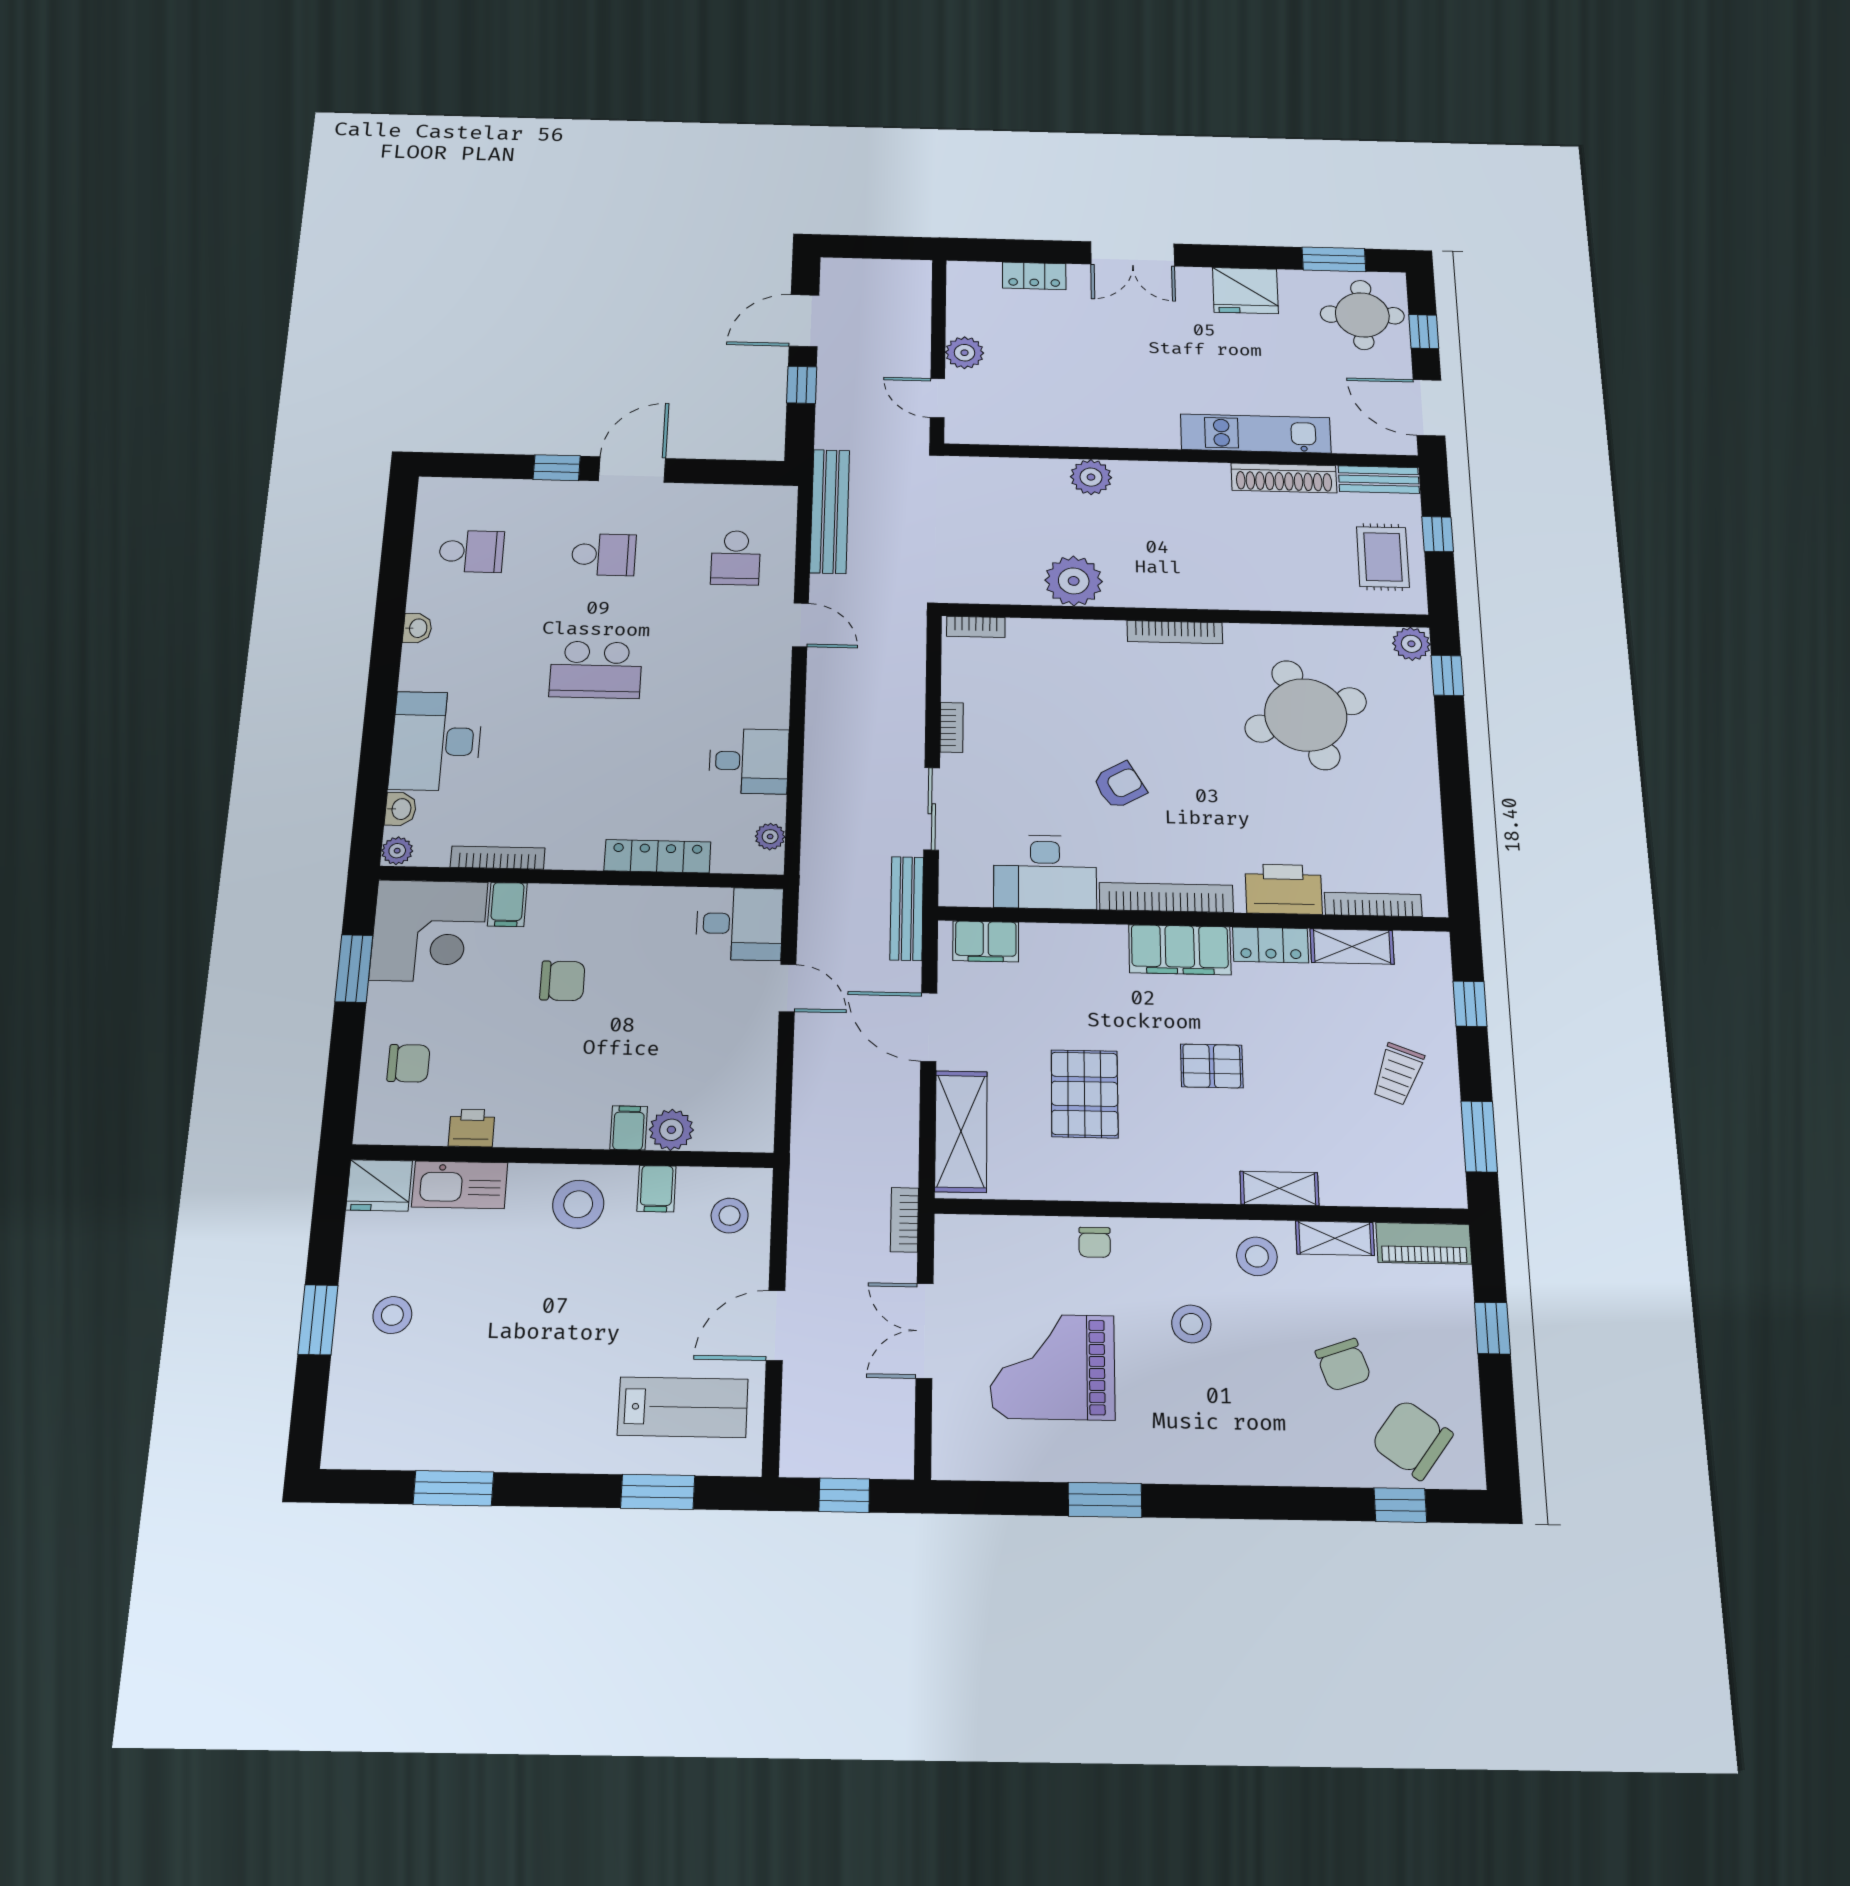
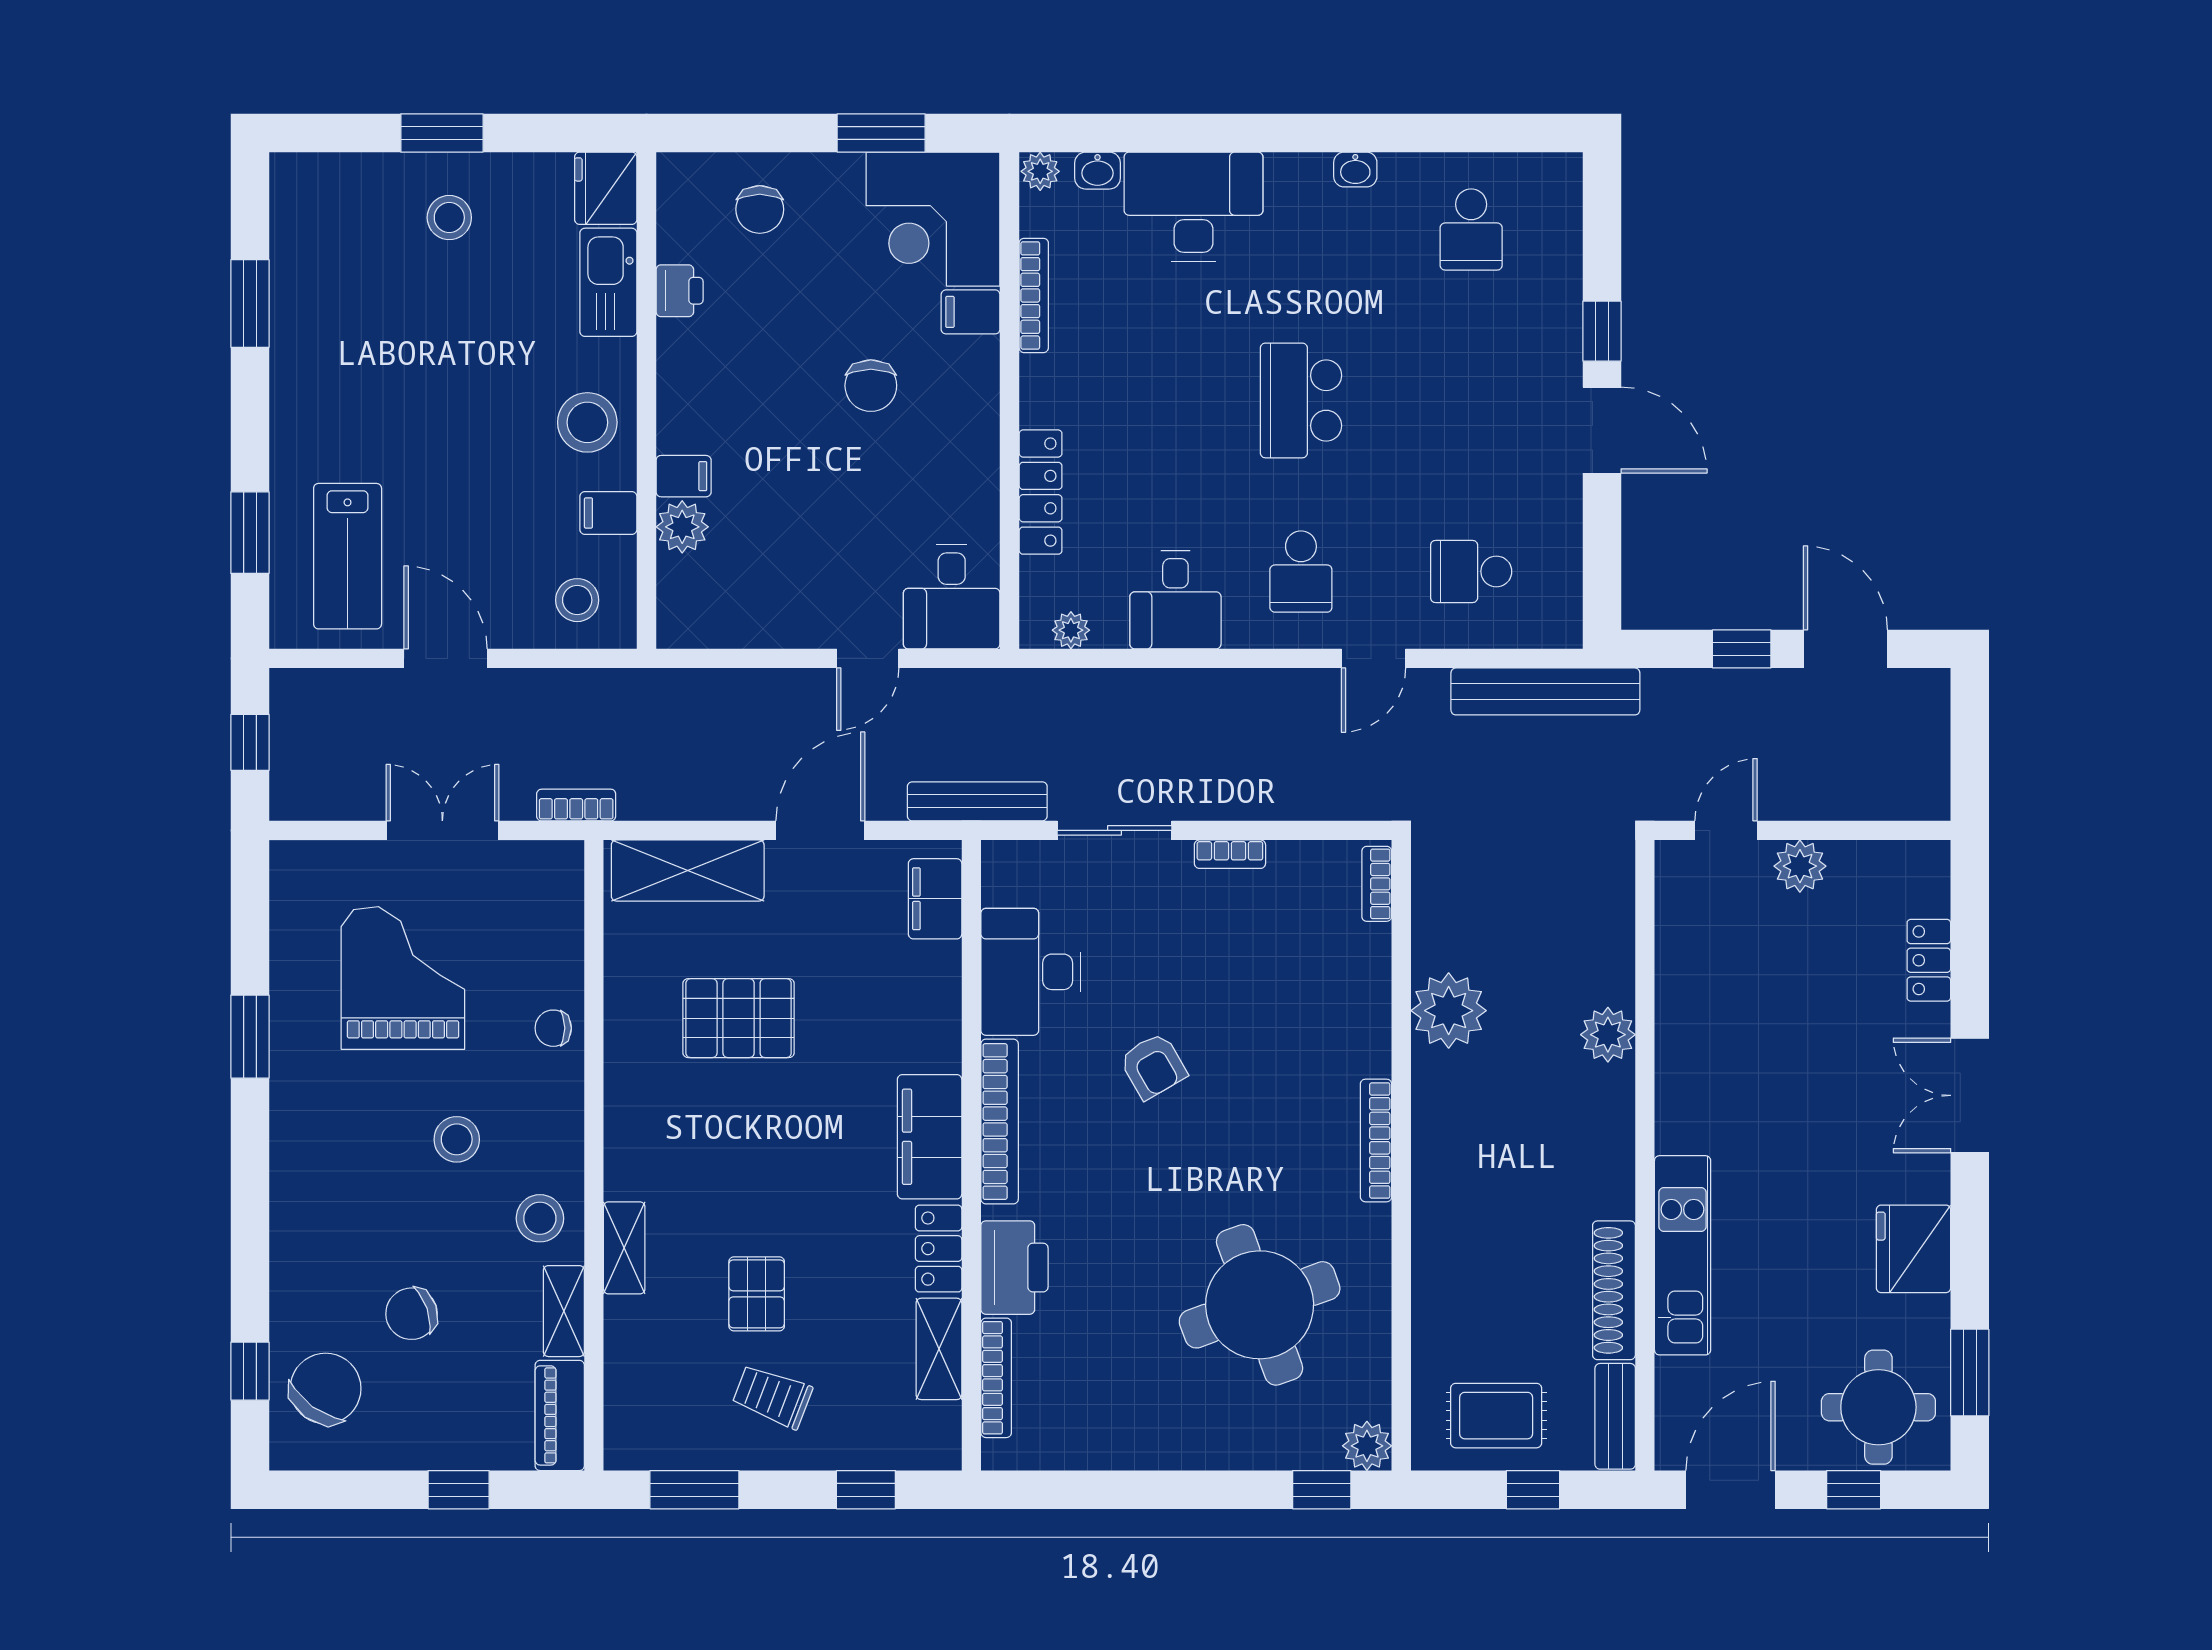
school desk: (604, 555) -> (1301, 571), moved
pallet: (1212, 1066) -> (757, 1294), moved

